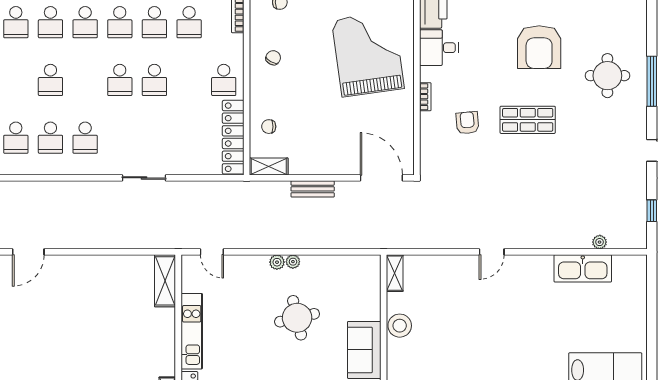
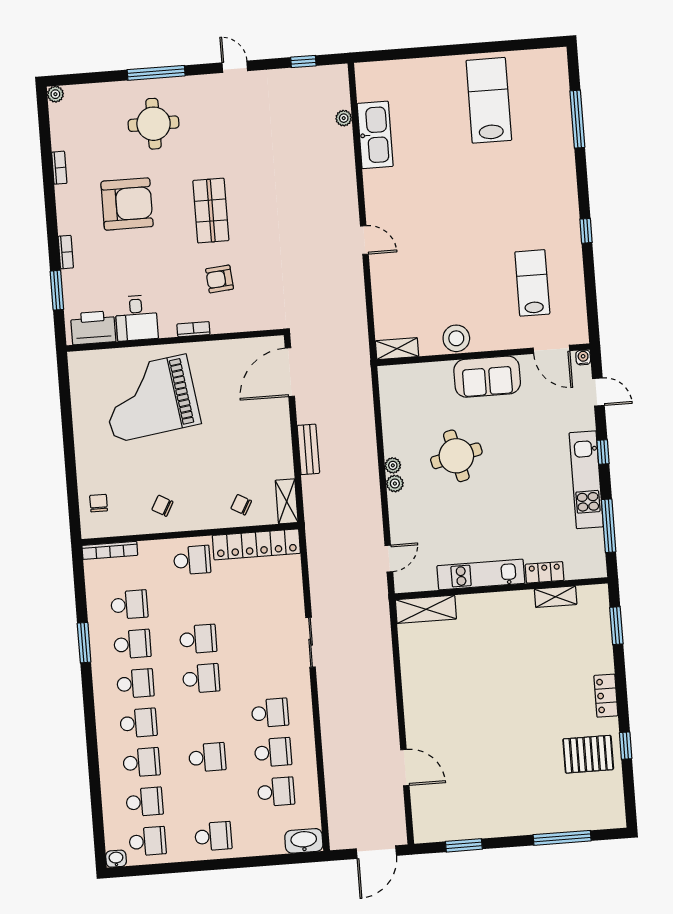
chair: (269, 127) -> (241, 505), turned 119

